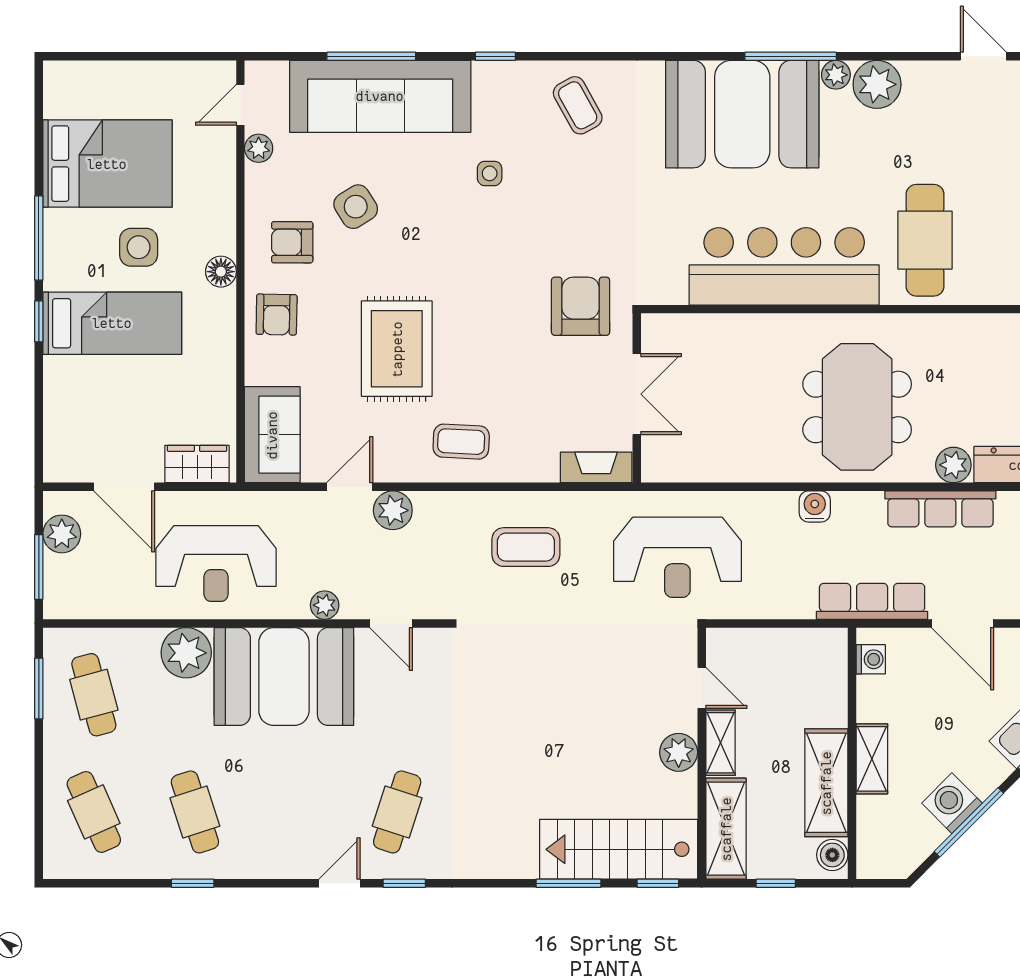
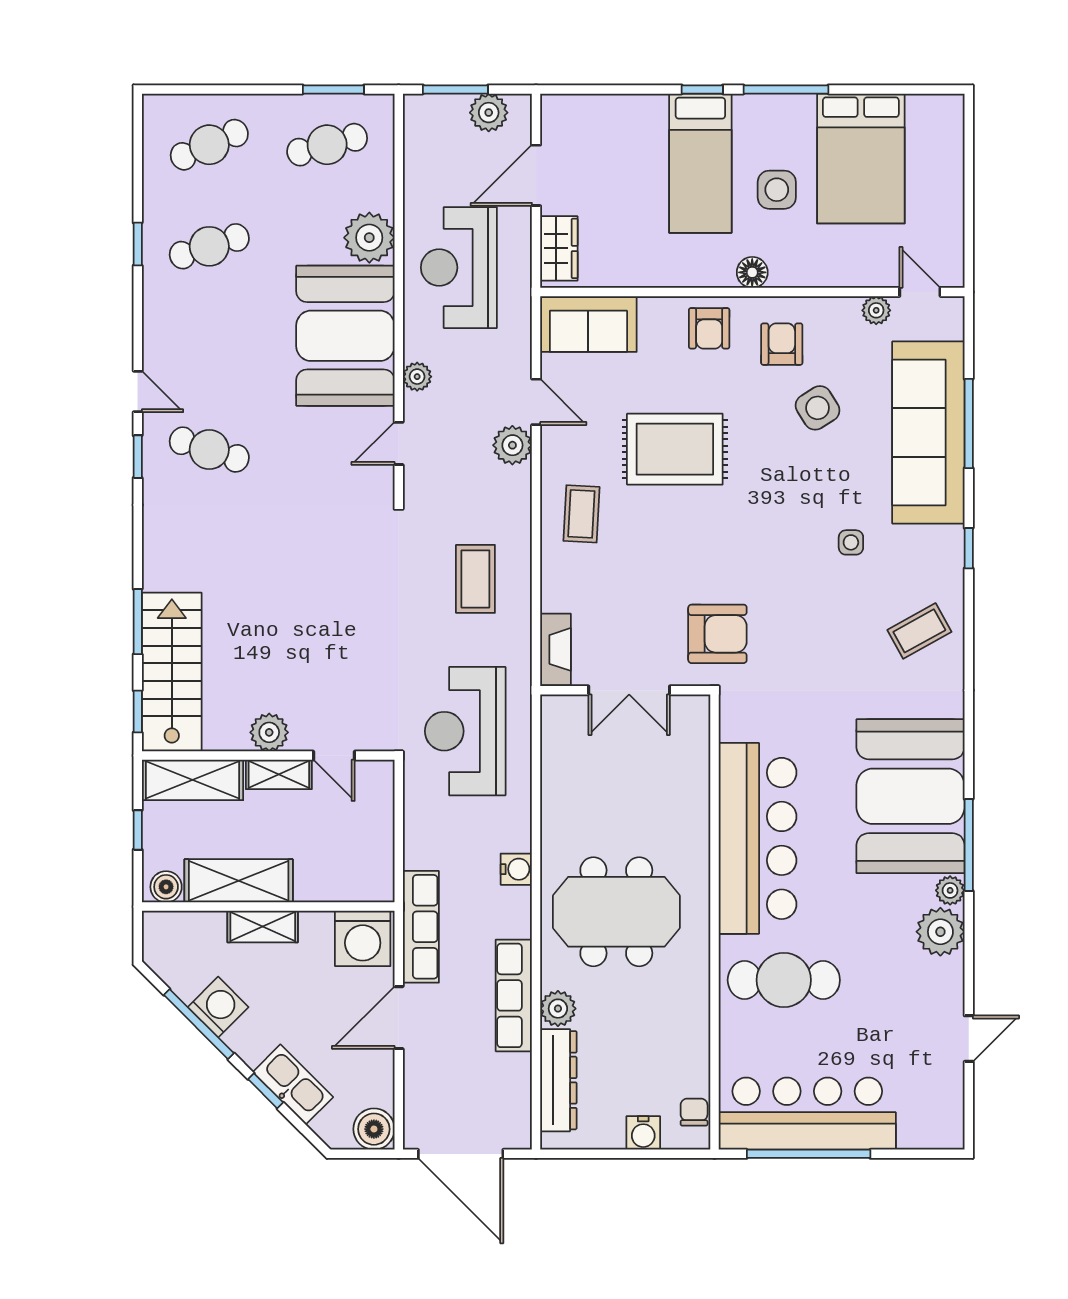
armchair: (277, 315) -> (709, 328), turned -91
washing machine: (871, 659) -> (363, 938), width x1.89, depth x1.89
door: (702, 688) -> (334, 756), hinge flipped

